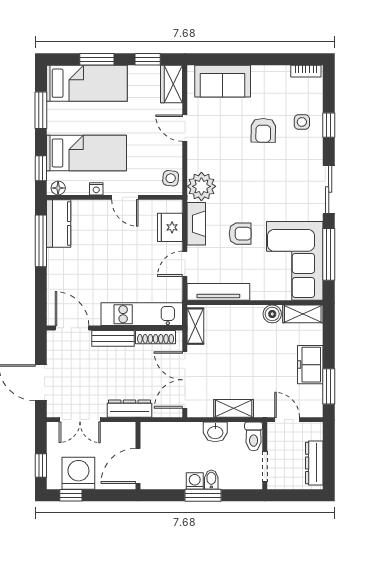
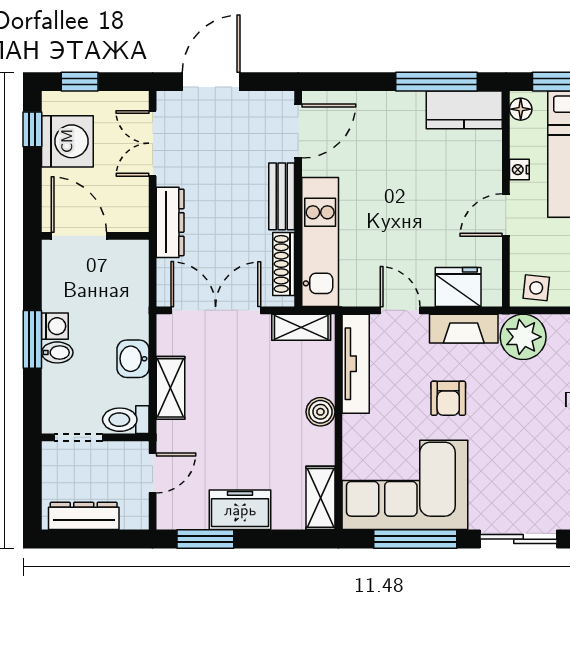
boiler: (272, 314) -> (320, 412), moved

